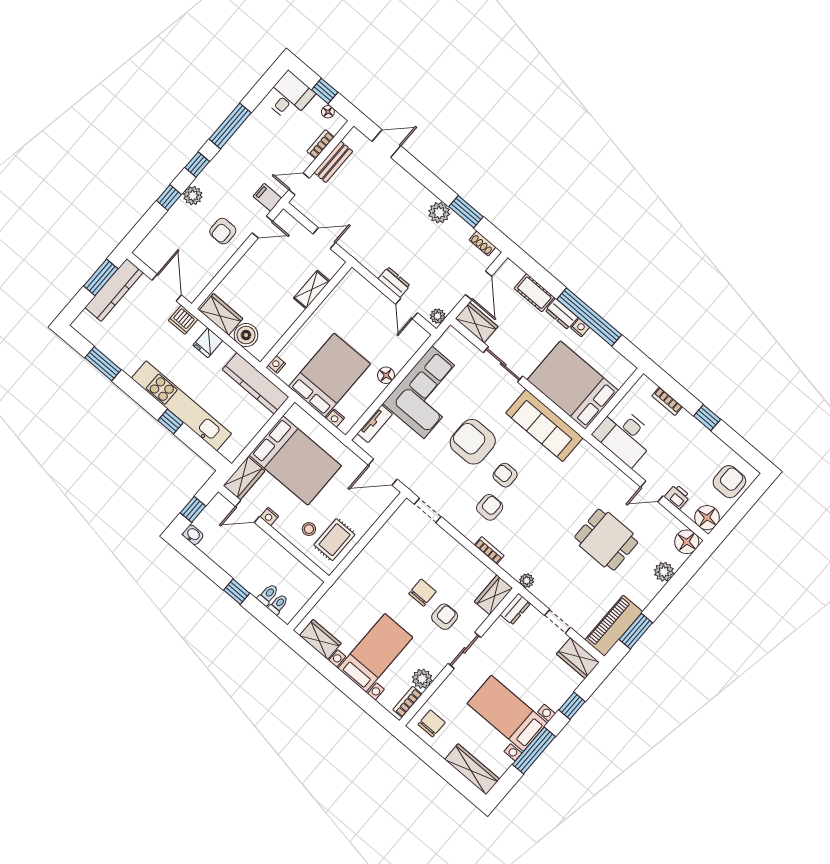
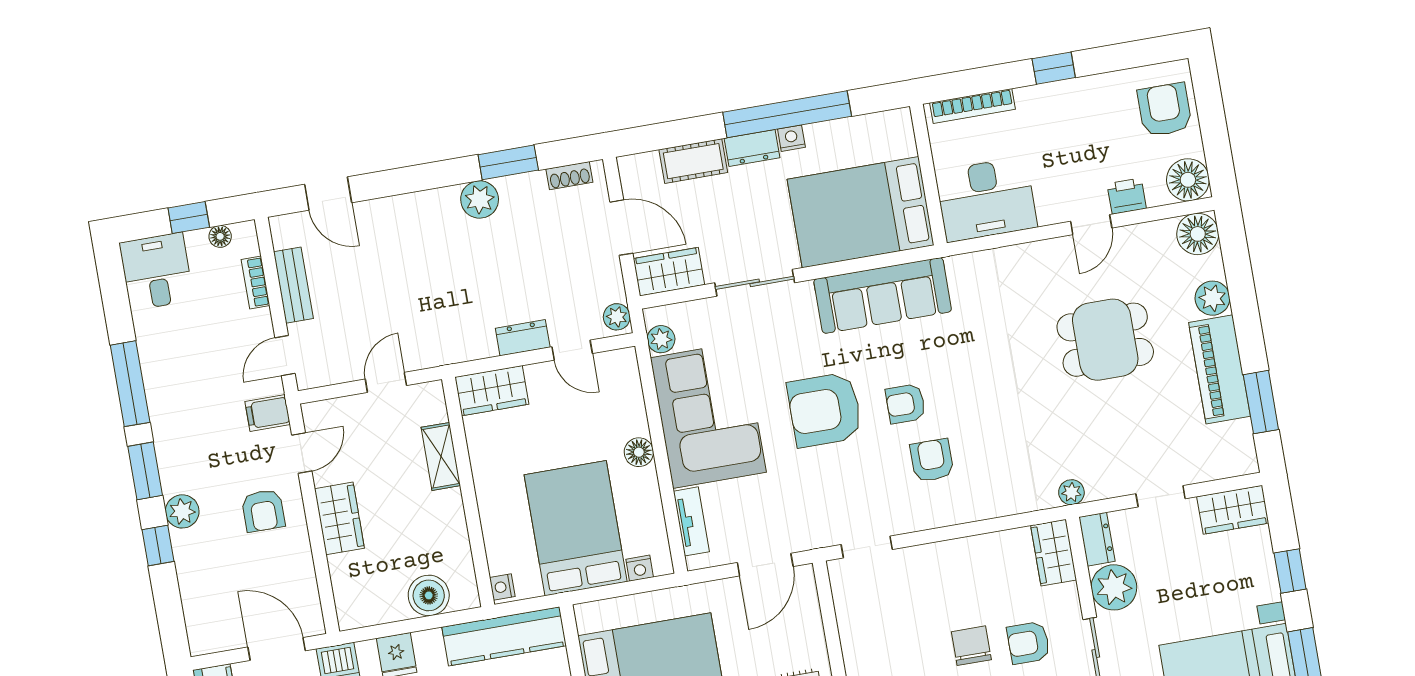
door: (386, 144) -> (328, 194), swing flipped
window: (197, 165) -> (145, 471), width x1.50
wardrobe: (359, 288) -> (492, 391), added
wardrobe: (221, 314) -> (339, 518), moved, turned 90
plant: (444, 344) -> (661, 339), added
bookcase: (667, 401) -> (972, 106), width x1.56
bookcase: (489, 550) -> (989, 509), removed
armchair: (445, 617) -> (1028, 643), turned -90
piano: (614, 626) -> (1219, 369), moved
plant: (500, 634) -> (1114, 587), added

